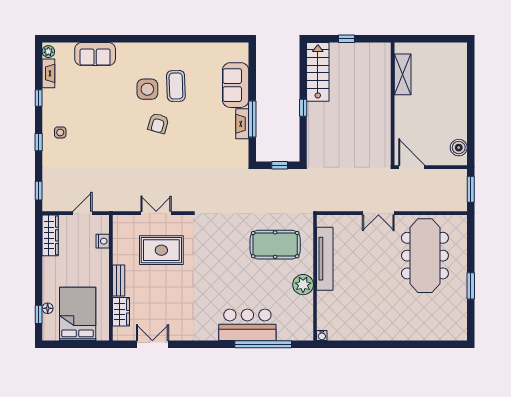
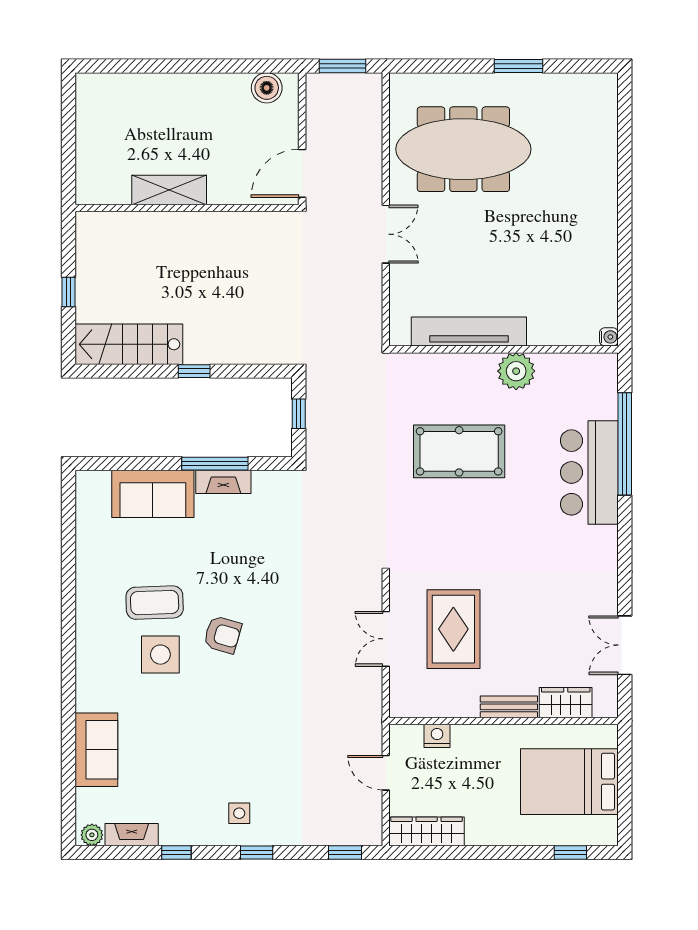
shelving: (403, 74) -> (169, 190), moved
pool table: (275, 245) -> (459, 451), moved, turned 90
floor lamp: (48, 308) -> (559, 836), removed

